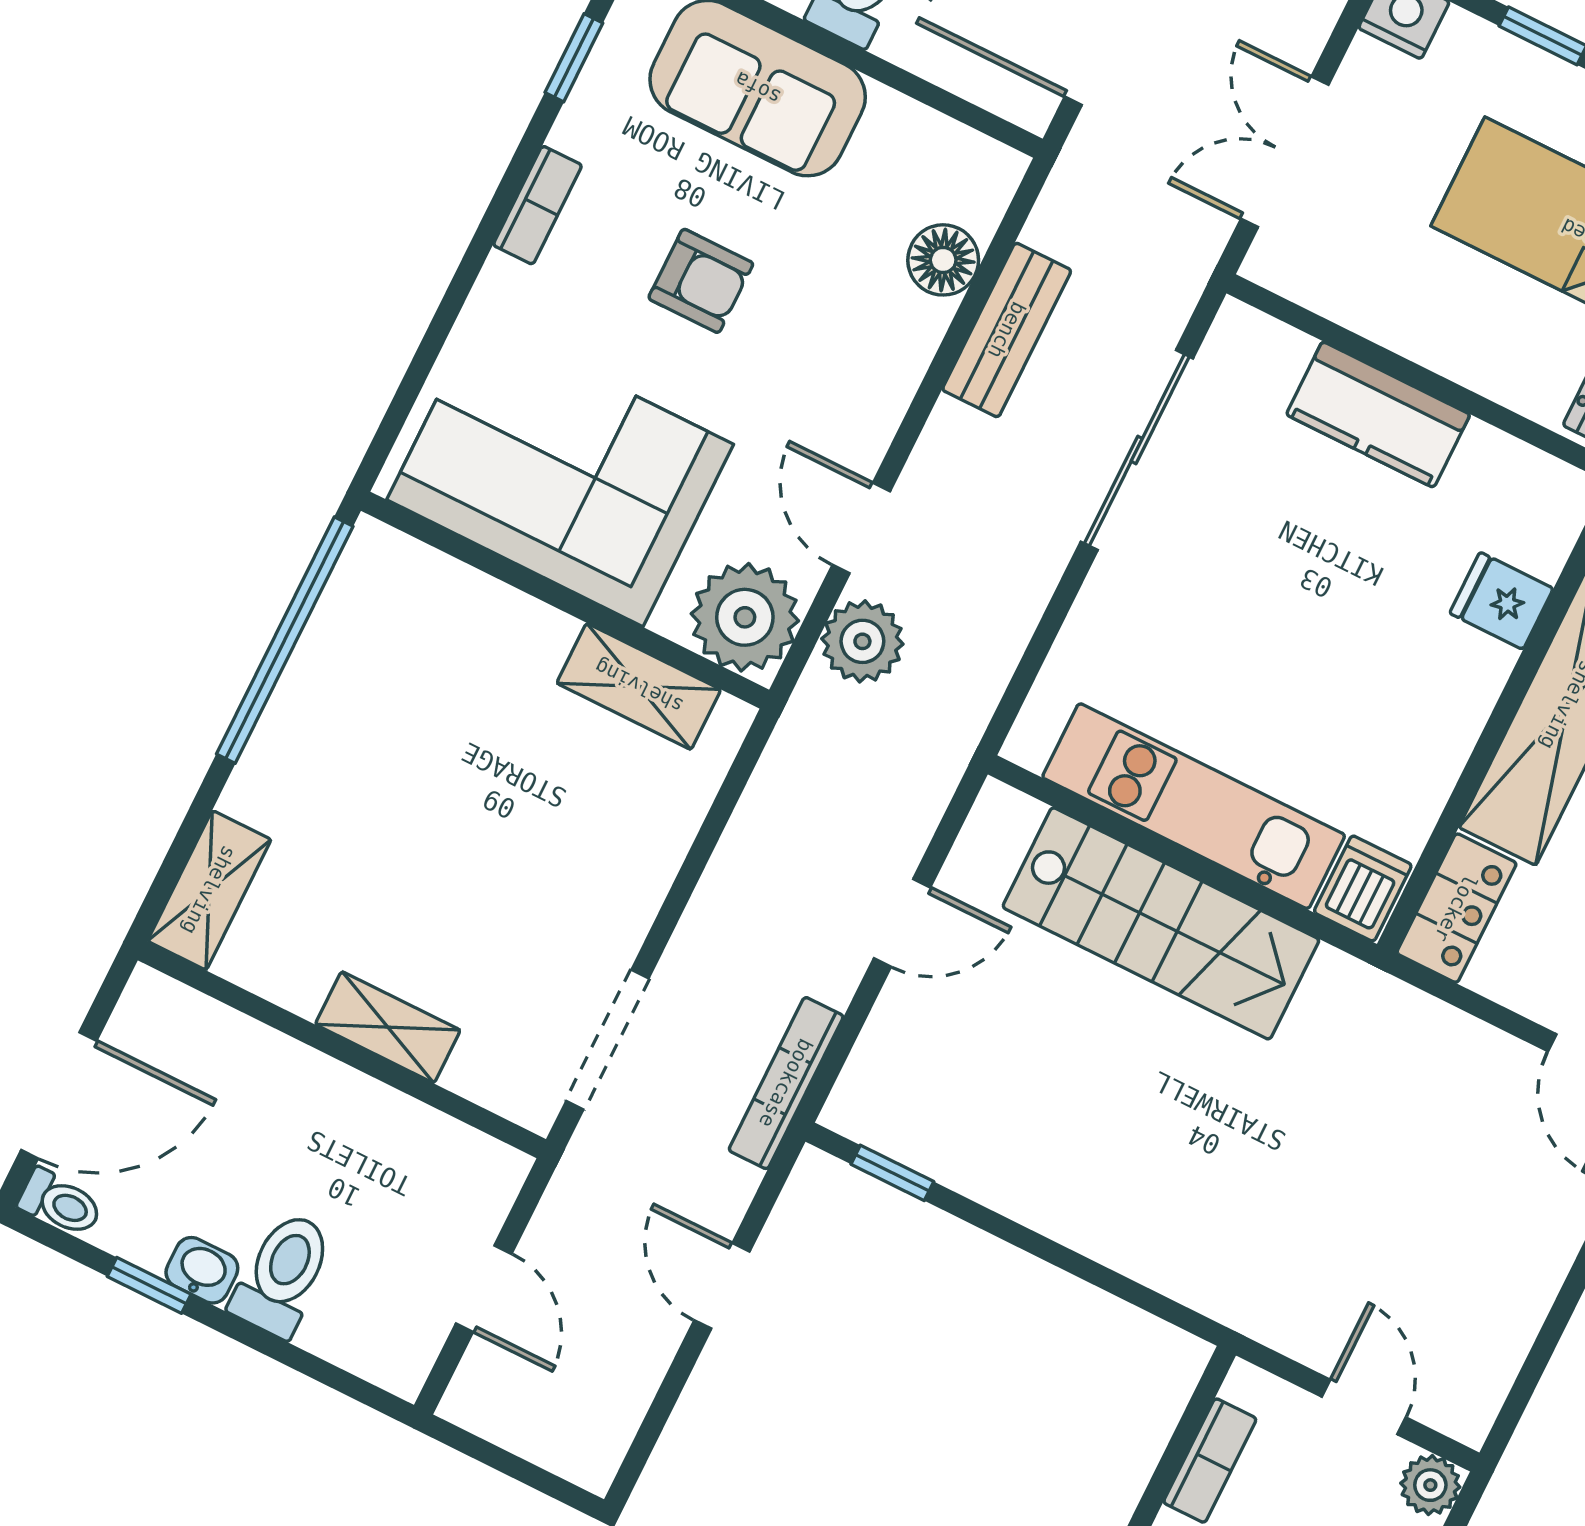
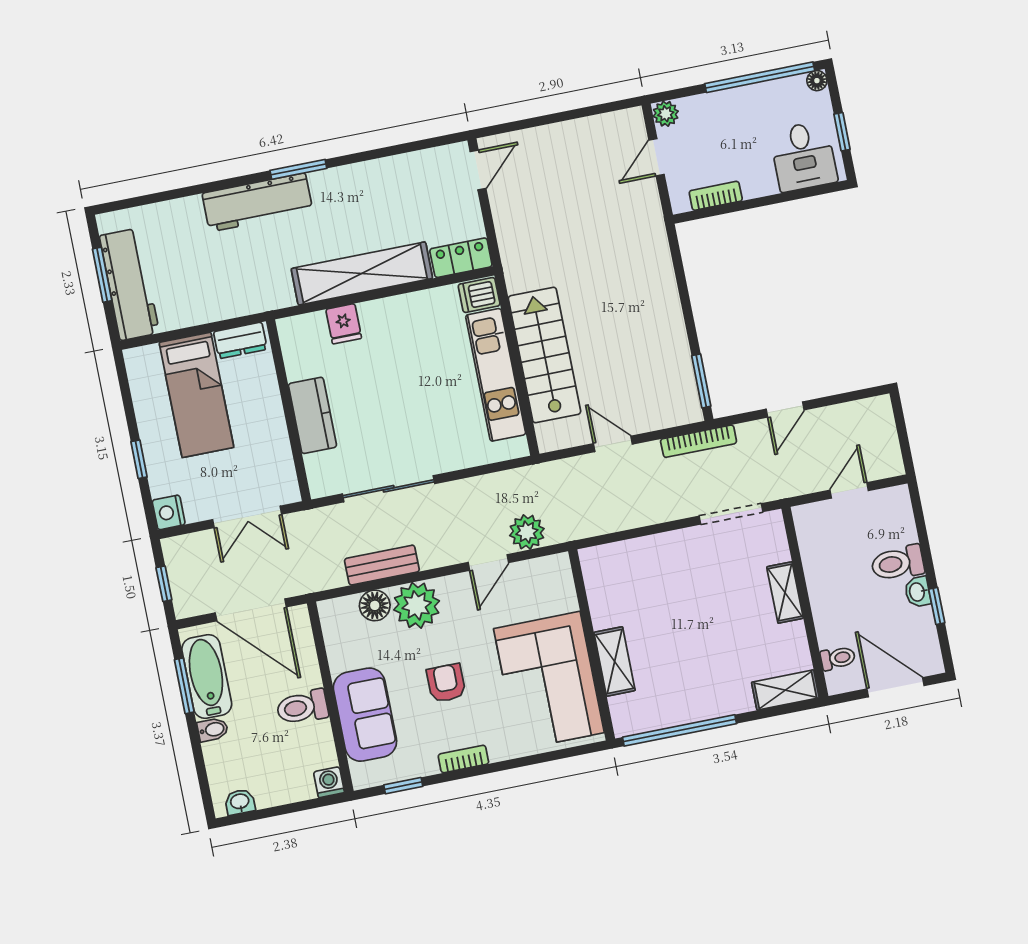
plant: (745, 617) -> (417, 605), moved
shelving: (639, 686) -> (615, 661), moved
window: (892, 1173) -> (701, 381), width x1.50
toilet: (60, 1203) -> (838, 658), moved, turned 90

